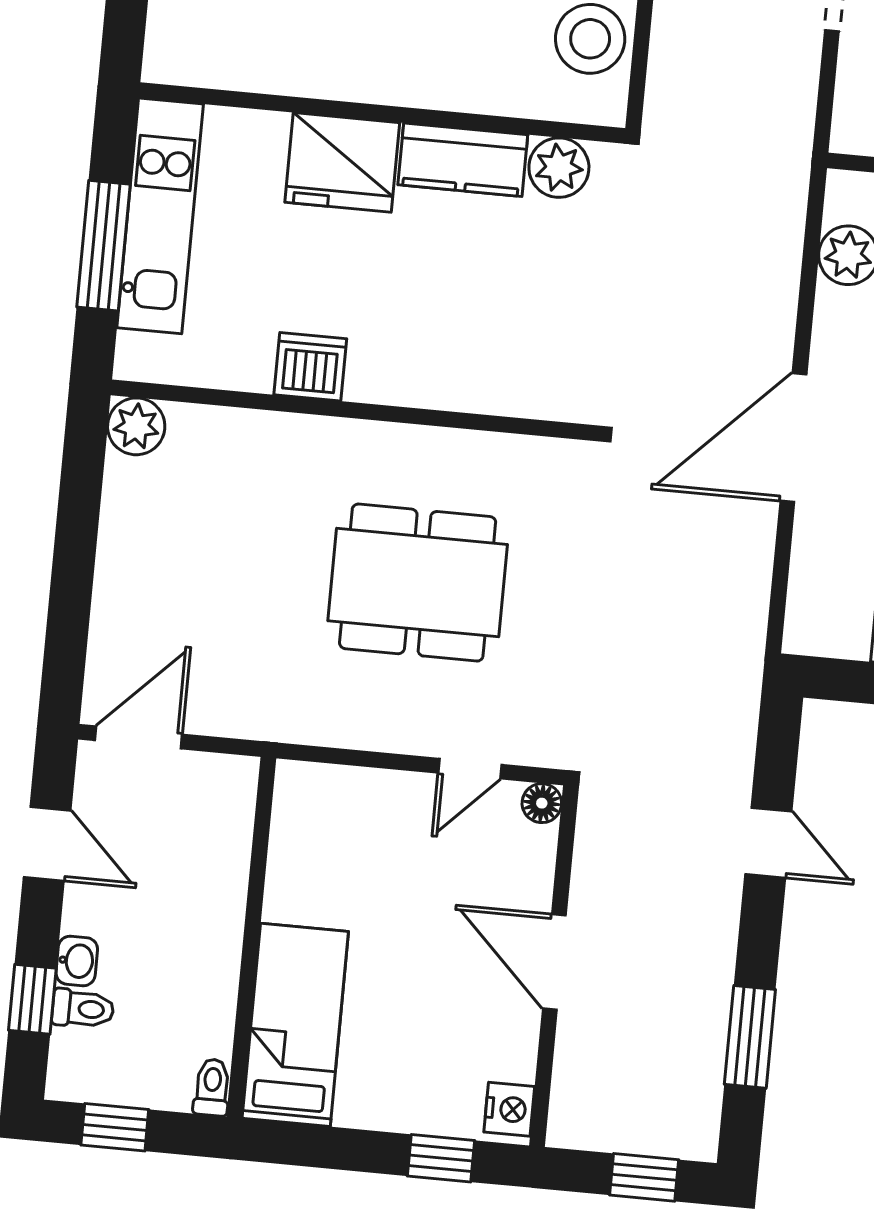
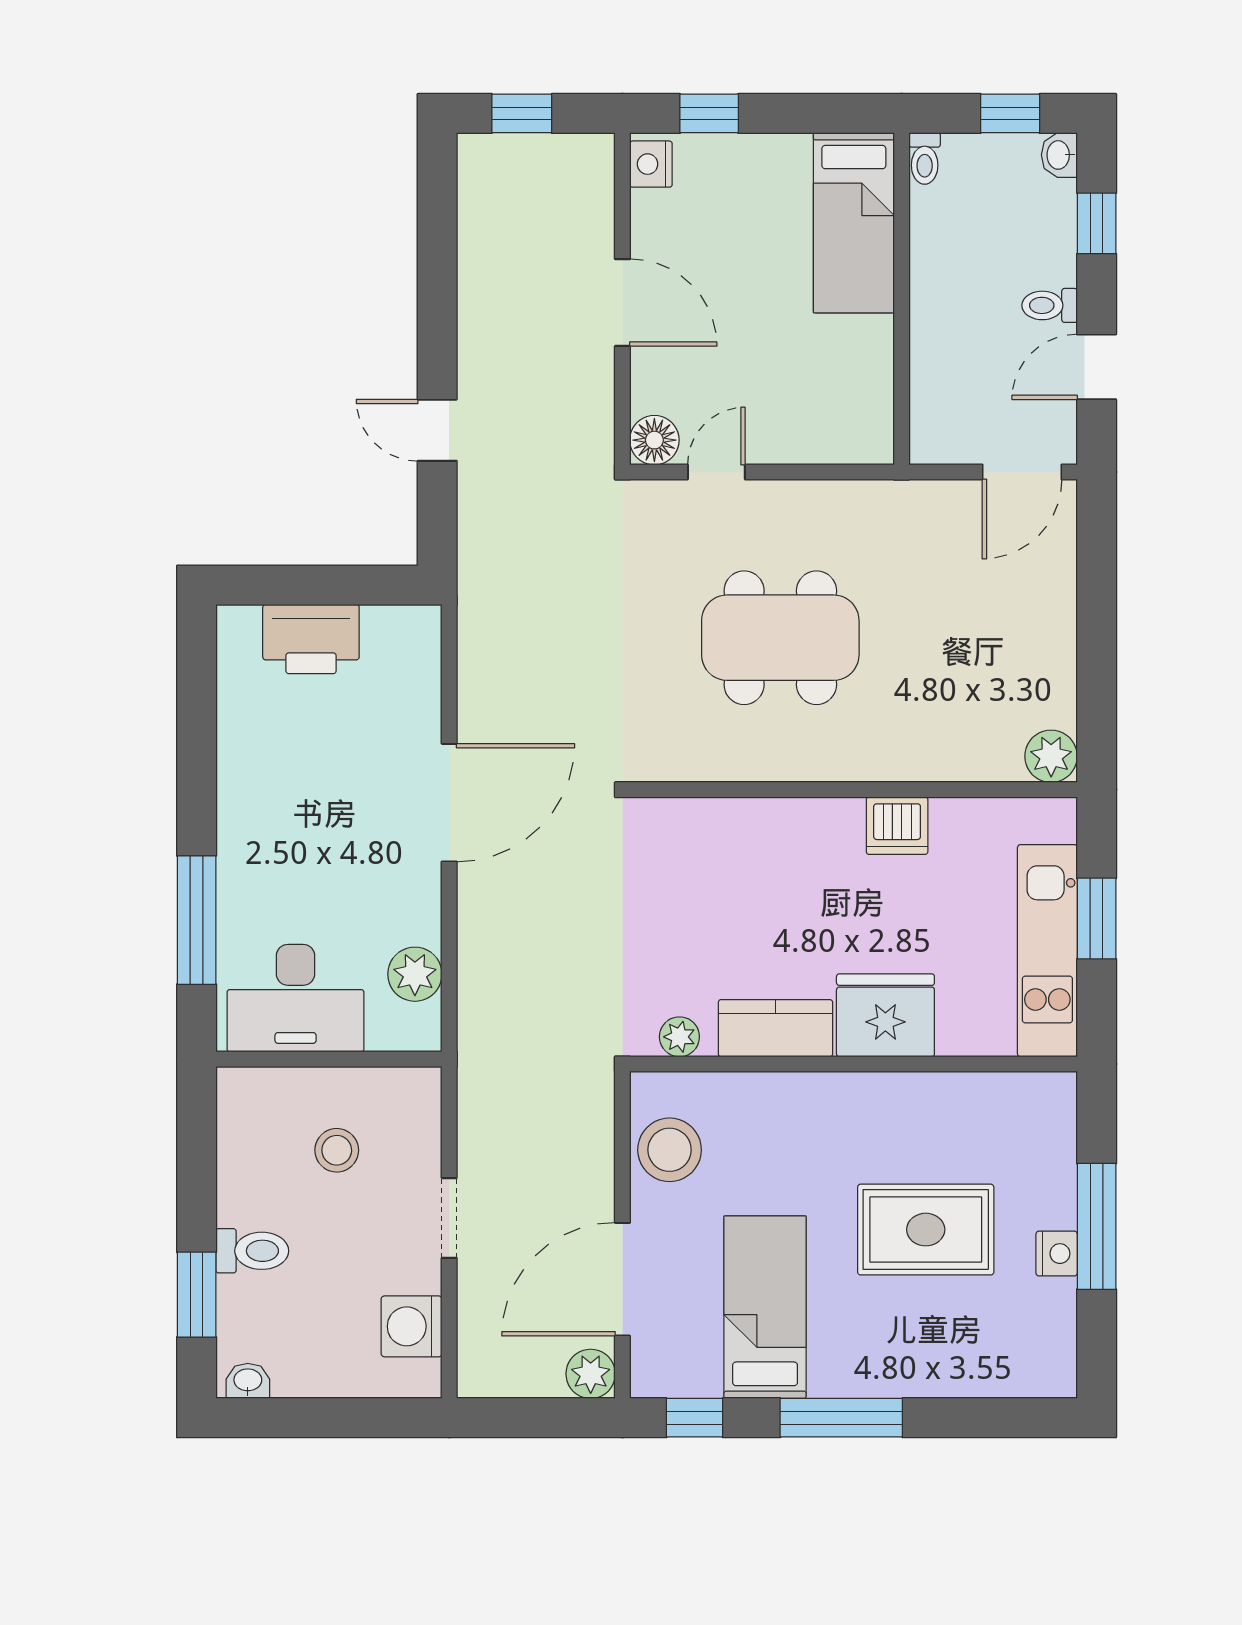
plant: (559, 168) -> (679, 1037), width x0.73, depth x0.73
window: (104, 246) -> (1097, 919), width x0.69
floor lamp: (542, 803) -> (654, 440), width x1.37, depth x1.37
door: (47, 844) -> (1097, 367), hinge flipped
washbasin: (77, 961) -> (1059, 155), moved
toilet: (83, 1009) -> (1050, 305), moved
window: (750, 1037) -> (437, 251), removed

